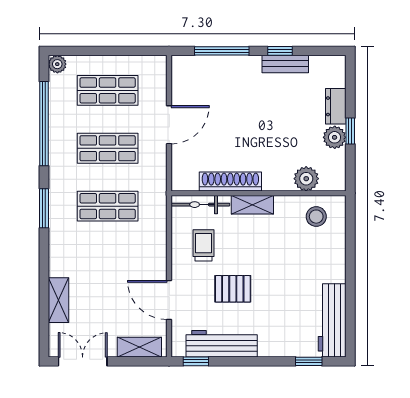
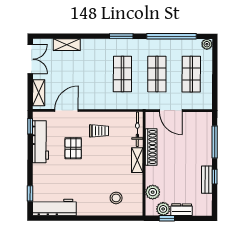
plant: (306, 179) -> (153, 192), moved
shoe rack: (230, 181) -> (151, 147), moved
wall: (259, 193) -> (144, 164), moved
bicycle: (200, 205) -> (137, 129), moved
shelving: (252, 205) -> (137, 160), moved

